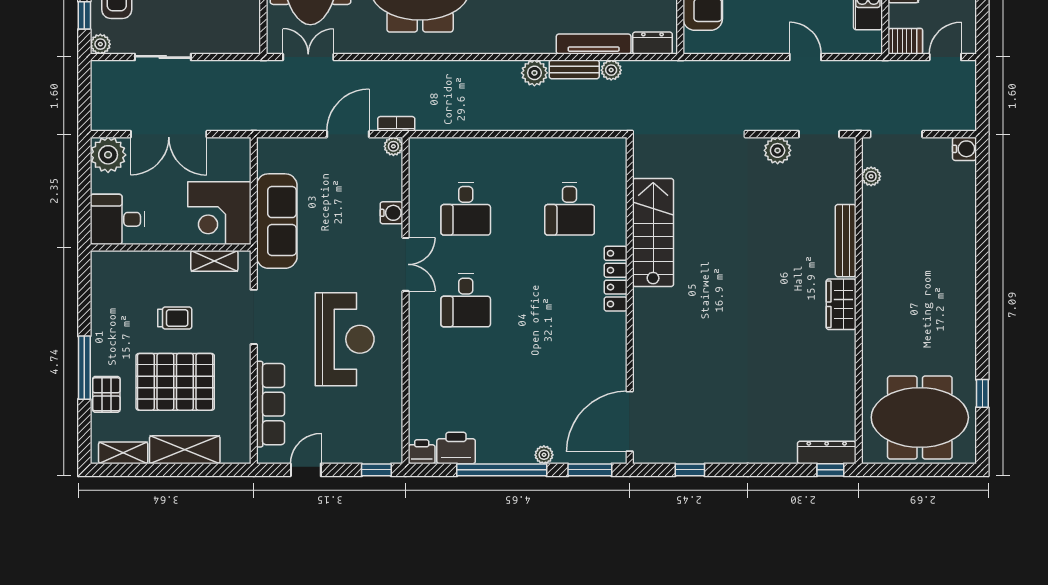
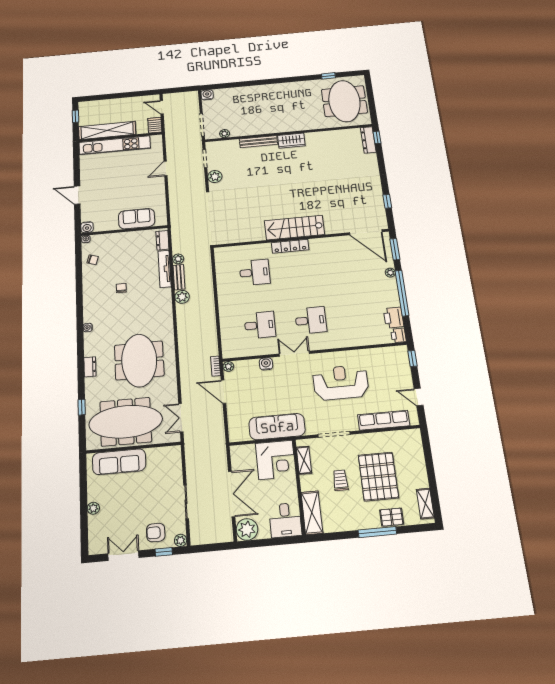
stairs: (653, 233) -> (294, 228), moved
shelving: (185, 450) -> (312, 513), moved

